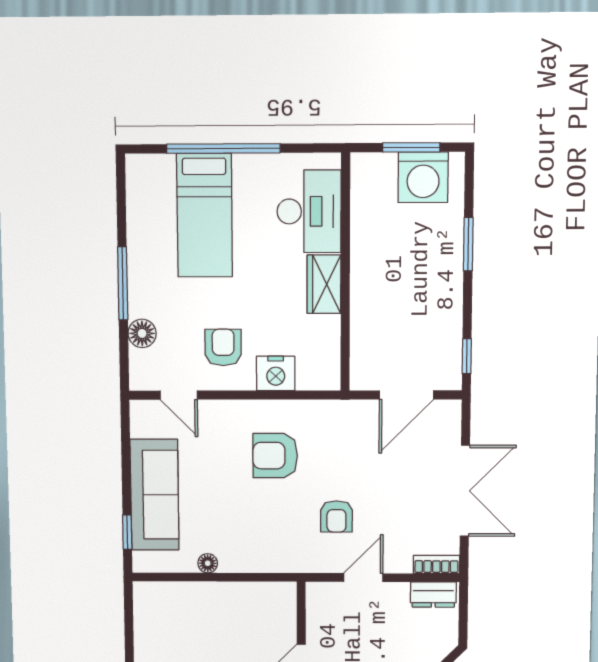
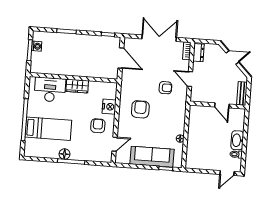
washing machine: (423, 177) -> (37, 46), width x0.53, depth x0.53
floor lamp: (142, 333) -> (64, 154), moved
armchair: (223, 347) -> (98, 126), turned 90
armchair: (275, 456) -> (140, 109), turned 180

